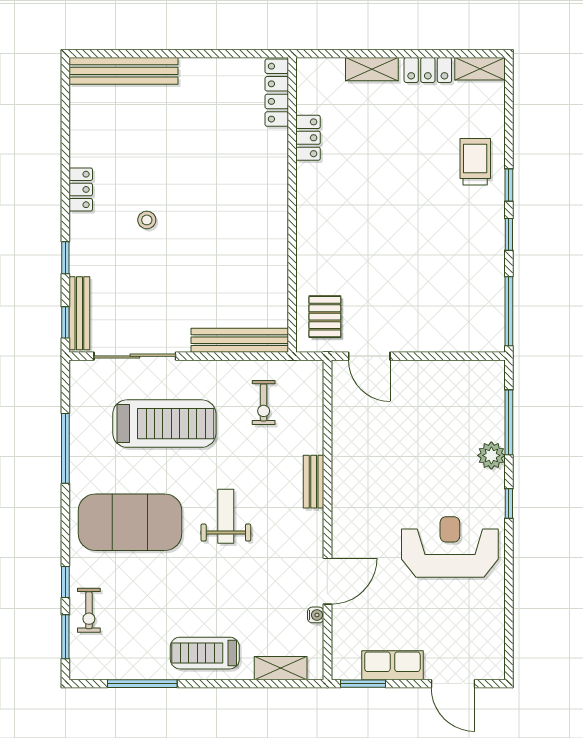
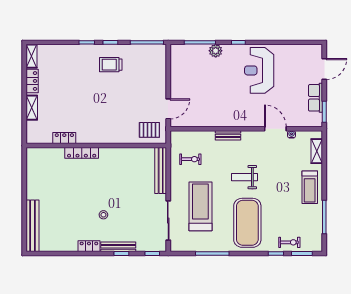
locker: (277, 93) -> (82, 153), moved
trolley: (475, 162) -> (111, 65), moved
bench: (79, 313) -> (118, 247), moved

